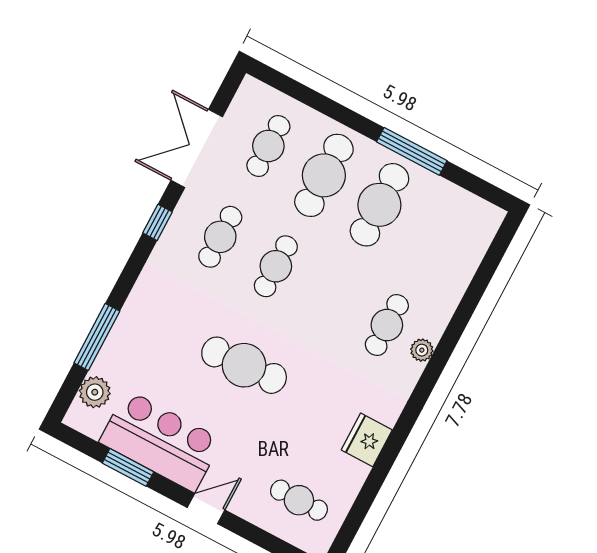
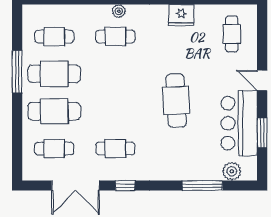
cafe table: (276, 266) -> (54, 37), moved

